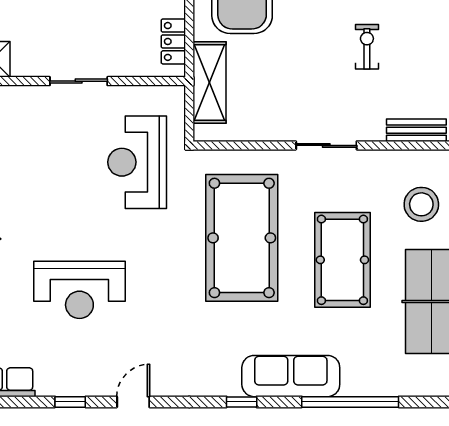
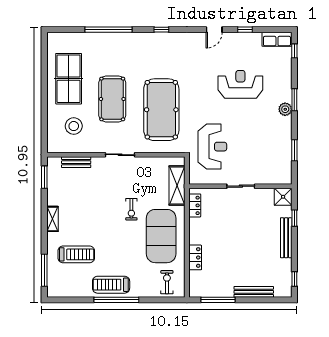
exercise bike: (367, 47) -> (131, 209), moved
sofa: (291, 376) -> (137, 42), removed

